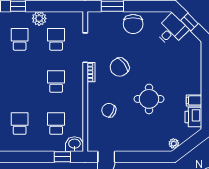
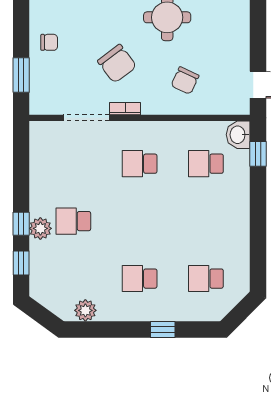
plant: (39, 18) -> (40, 228), moved
chair: (133, 24) -> (49, 42), width x0.54, depth x0.54
school desk: (56, 39) -> (73, 164), removed
school desk: (20, 124) -> (206, 221), removed

